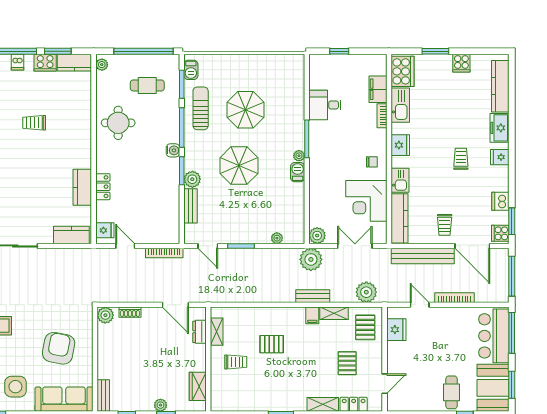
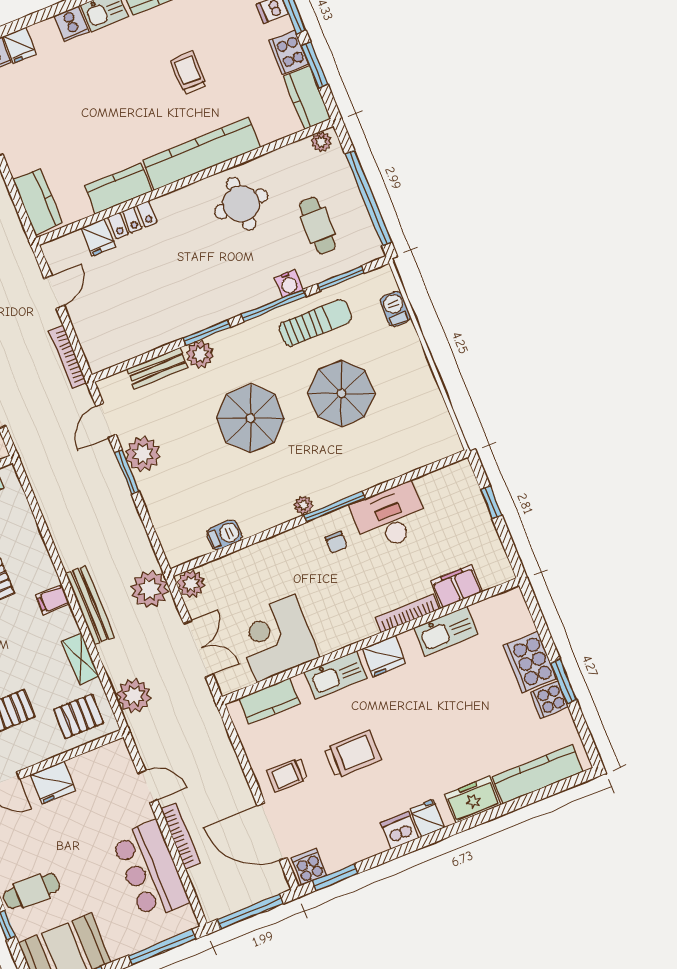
window: (435, 51) -> (564, 681), moved
barbecue: (191, 70) -> (395, 309), moved, turned 90
cooker: (403, 71) -> (530, 662), moved, turned 90
desk: (325, 105) -> (390, 517), width x1.37
bookcase: (382, 116) -> (407, 614), width x1.56
kitchen counter: (82, 134) -> (201, 154), added
water cooler: (173, 150) -> (289, 284), moved
trolley: (461, 159) -> (353, 754), moved, width x1.36, depth x1.39
chair: (372, 162) -> (336, 542), moved
barbecue: (298, 172) -> (224, 535), moved
kitchen sink: (400, 180) -> (336, 675), width x1.38
dishwasher: (500, 201) -> (400, 830), moved
kitchen counter: (400, 218) -> (269, 701), width x0.67
fridge: (105, 230) -> (98, 237), moved
plant: (277, 238) -> (143, 454), moved, width x1.88, depth x1.88
door: (472, 246) -> (272, 832), hinge flipped
bench: (423, 256) -> (225, 761), removed
bench: (313, 296) -> (90, 605), width x1.36
door: (420, 305) -> (148, 787), hinge flipped
filing cabinet: (312, 315) -> (53, 600), moved
fridge: (396, 330) -> (53, 783), moved
bar counter: (494, 336) -> (150, 870), moved, turned -90

